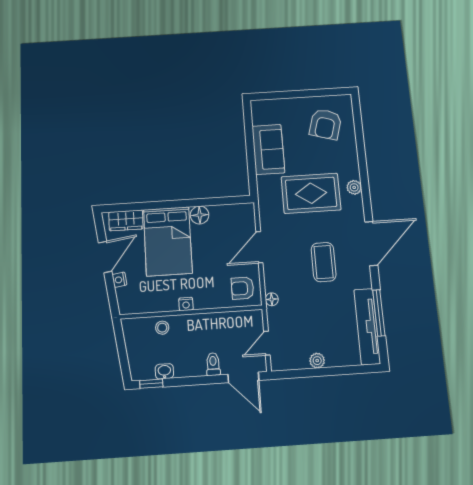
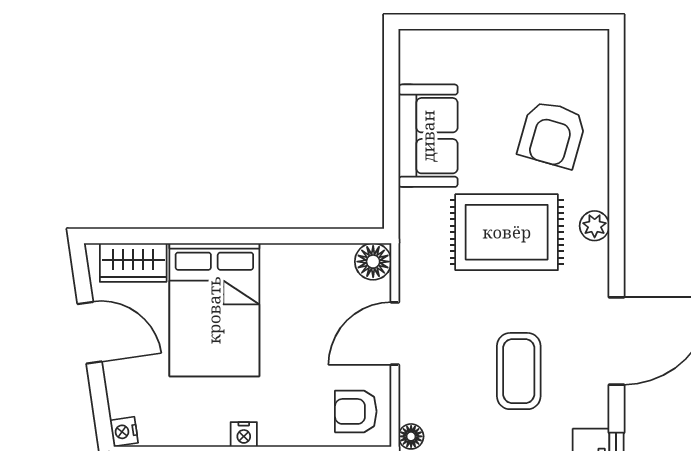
armchair: (325, 124) -> (552, 134), moved
floor lamp: (200, 215) -> (373, 262), moved
door: (105, 257) -> (90, 333), hinge flipped
nightstand: (119, 280) -> (124, 432), moved

